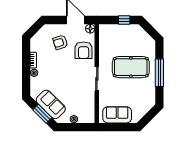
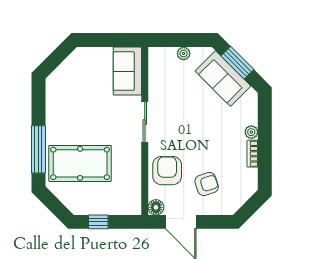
pool table: (131, 67) -> (80, 163), moved
window: (159, 73) -> (38, 149), moved
sofa: (117, 115) -> (127, 71), moved, turned 90

